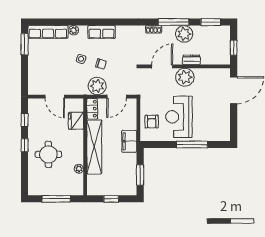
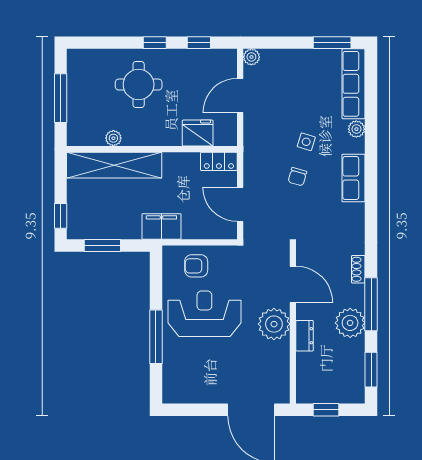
plant: (97, 86) -> (251, 57), moved, width x0.53, depth x0.53
shelving: (94, 147) -> (114, 165), moved
window: (111, 199) -> (61, 216), moved

